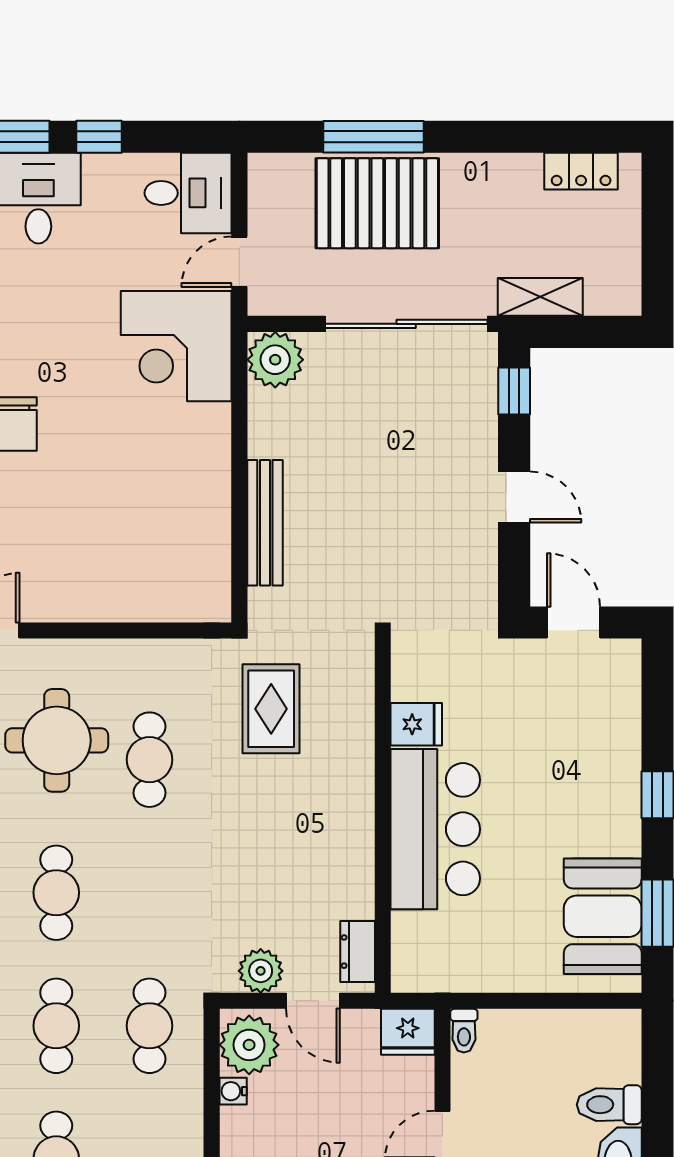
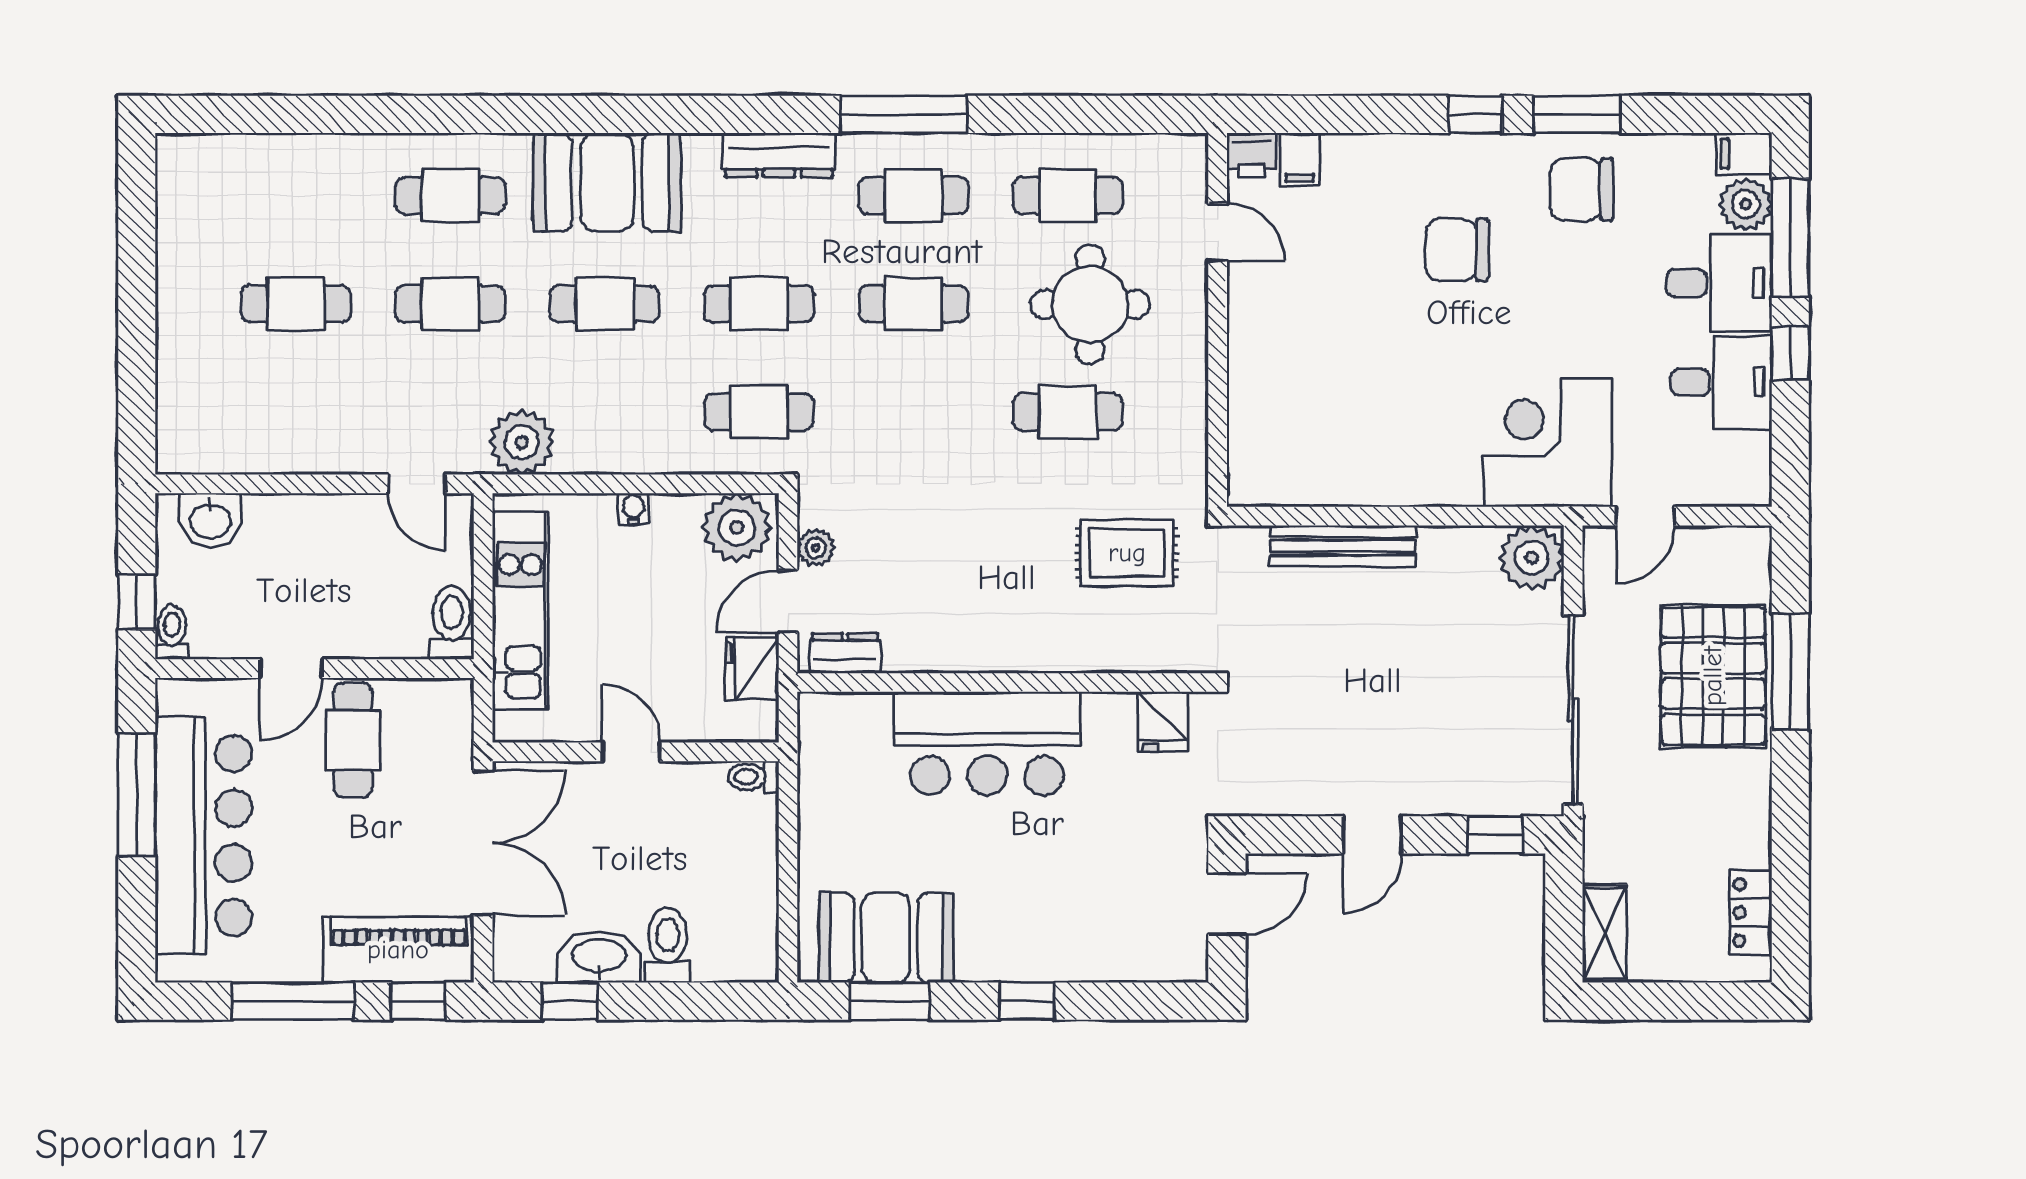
desk: (188, 193) -> (1721, 382), moved, turned -90
door: (239, 262) -> (1645, 516), swing flipped
shelving: (540, 297) -> (1605, 934), moved
fridge: (416, 724) -> (1163, 721), moved
plant: (261, 971) -> (816, 548), width x0.73, depth x0.73
fridge: (408, 1032) -> (752, 669), moved
water cooler: (233, 1091) -> (633, 509), moved

